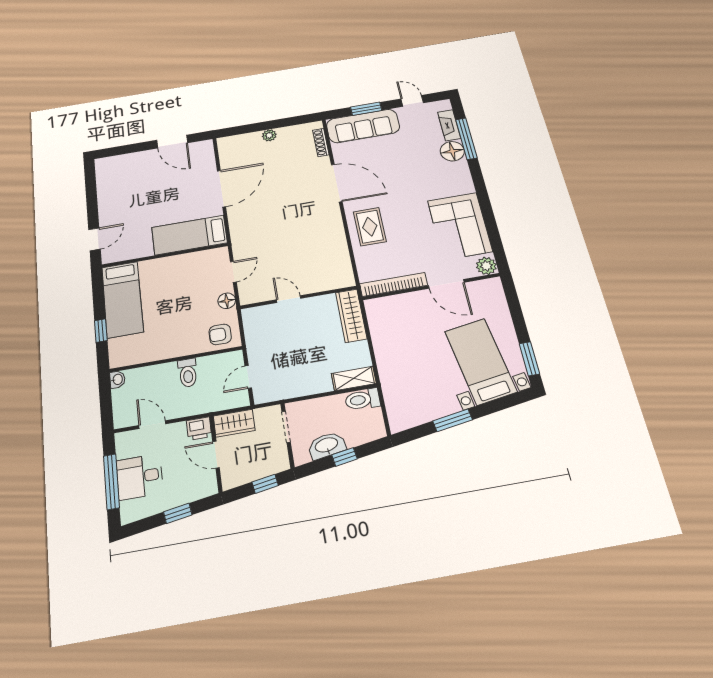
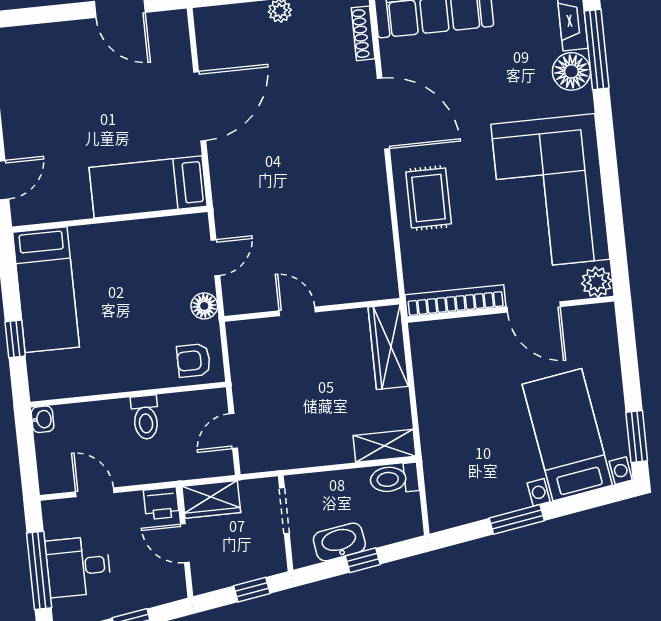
corner sofa: (460, 226) -> (550, 192), width x1.36, depth x1.36

